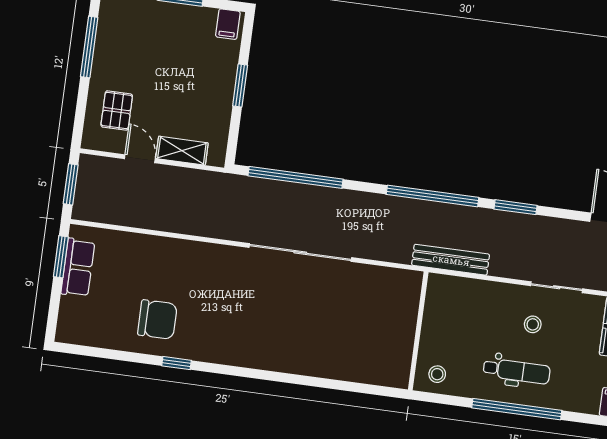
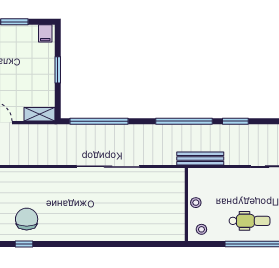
shelving: (182, 151) -> (39, 114), moved
chair: (157, 319) -> (27, 219), turned -90
stool: (533, 324) -> (196, 203), moved
window: (177, 363) -> (24, 244), moved

